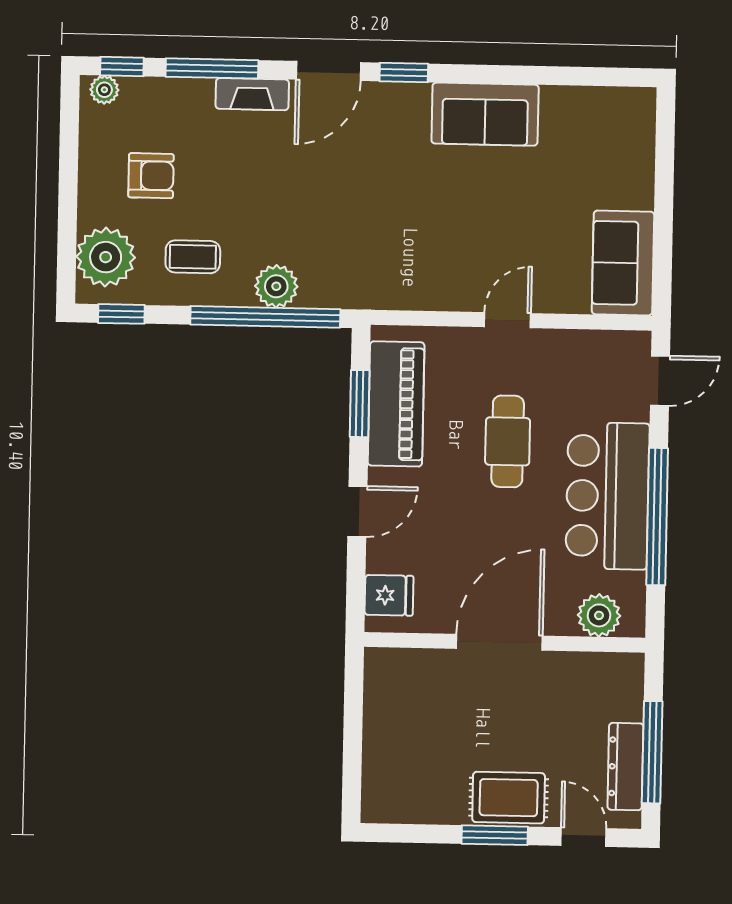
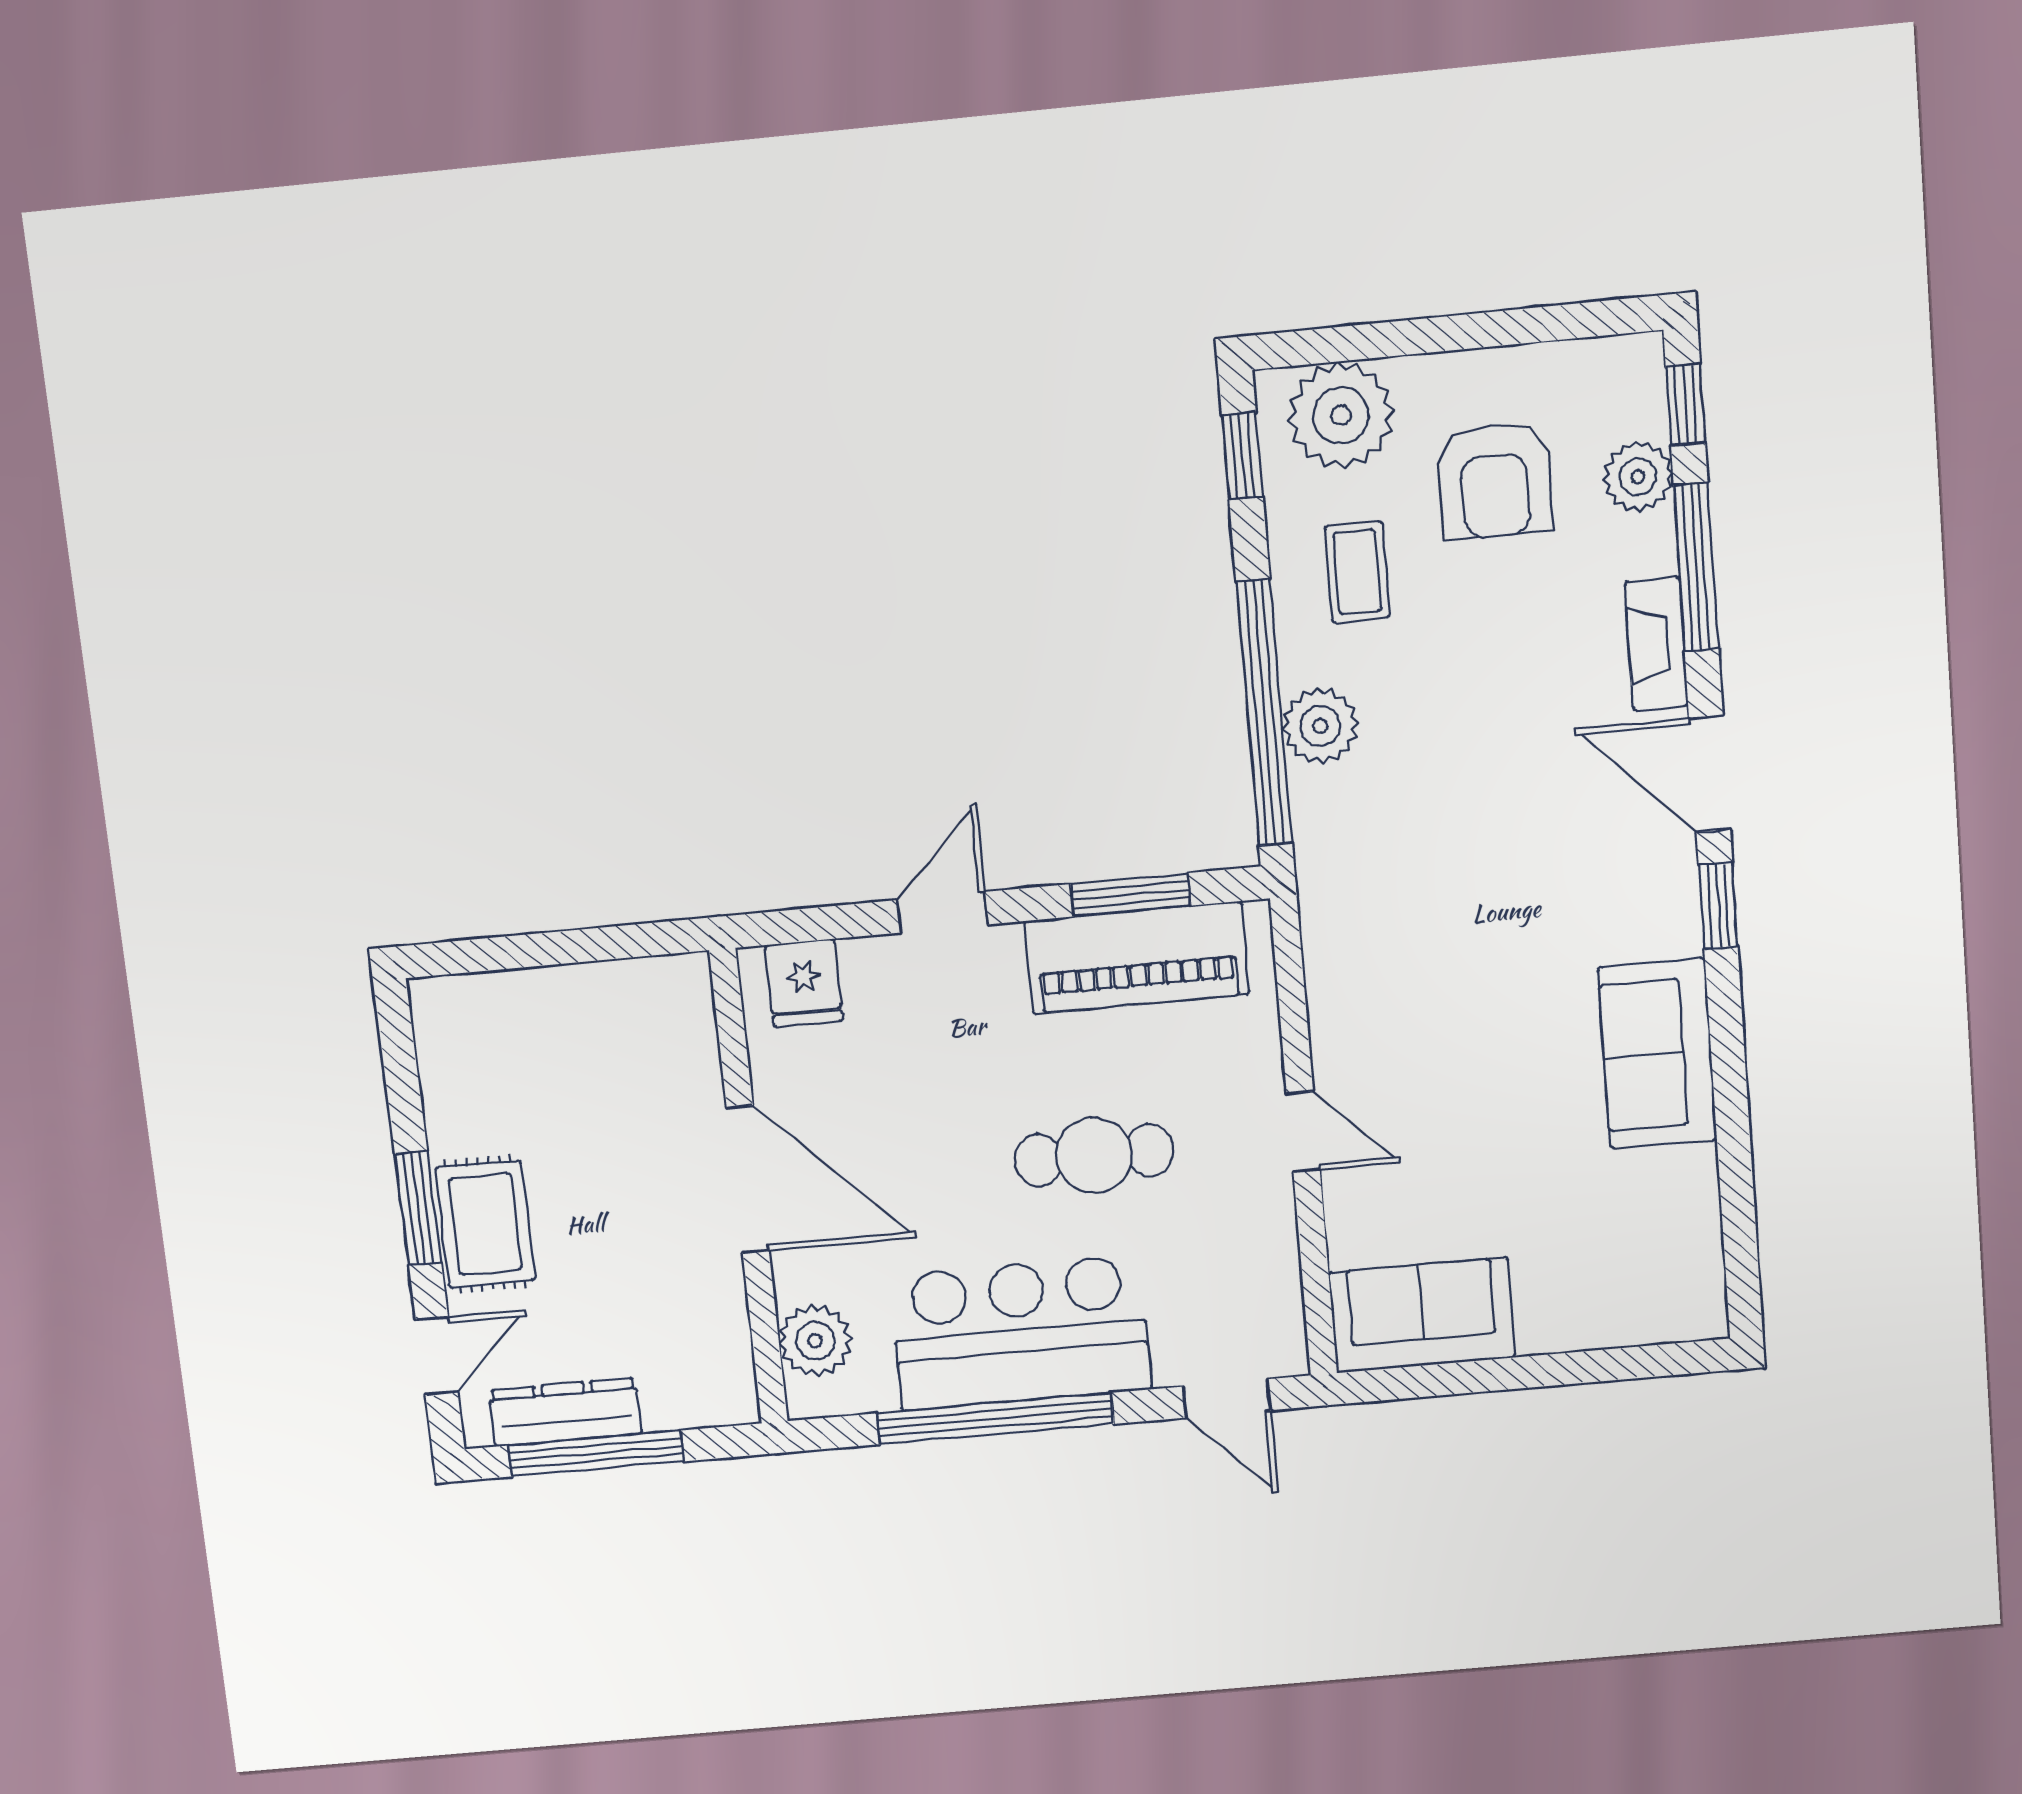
plant: (104, 90) -> (1638, 477), moved, width x1.38, depth x1.38
armchair: (151, 176) -> (1495, 480), width x1.38, depth x1.38
door: (357, 511) -> (942, 912), swing flipped

